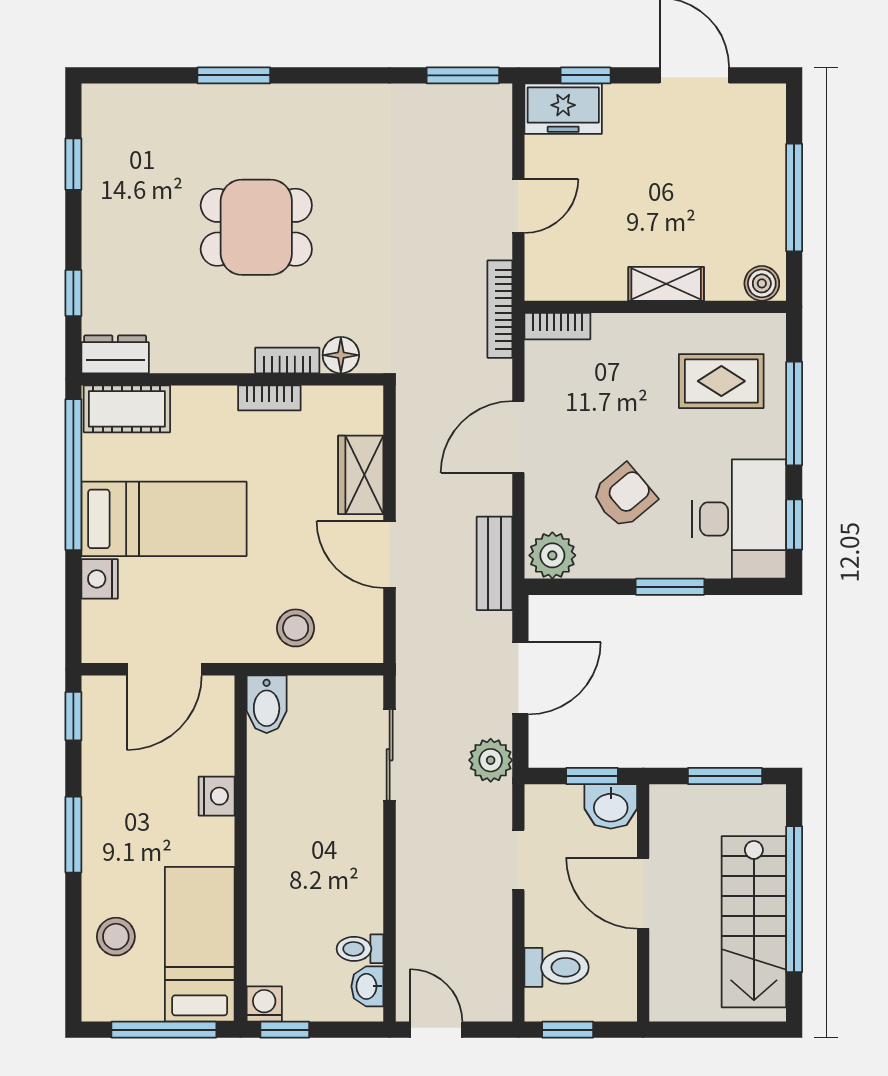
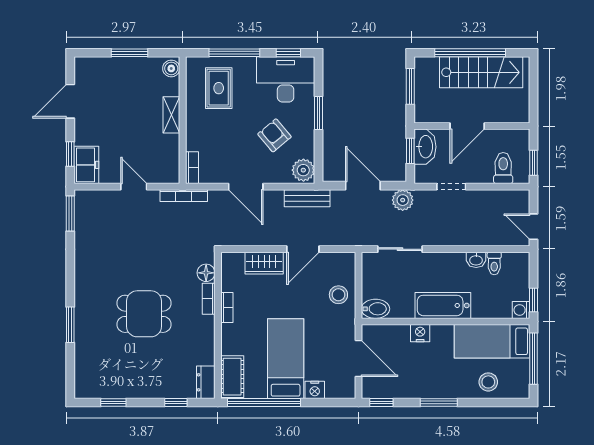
window: (794, 198) -> (130, 53), width x0.69
dining table: (256, 227) -> (144, 314), turned 90
washbasin: (611, 806) -> (425, 147), width x1.38
bathtub: (273, 843) -> (443, 305), added
washbasin: (367, 986) -> (476, 260), moved
door: (436, 1030) -> (533, 227), hinge flipped

